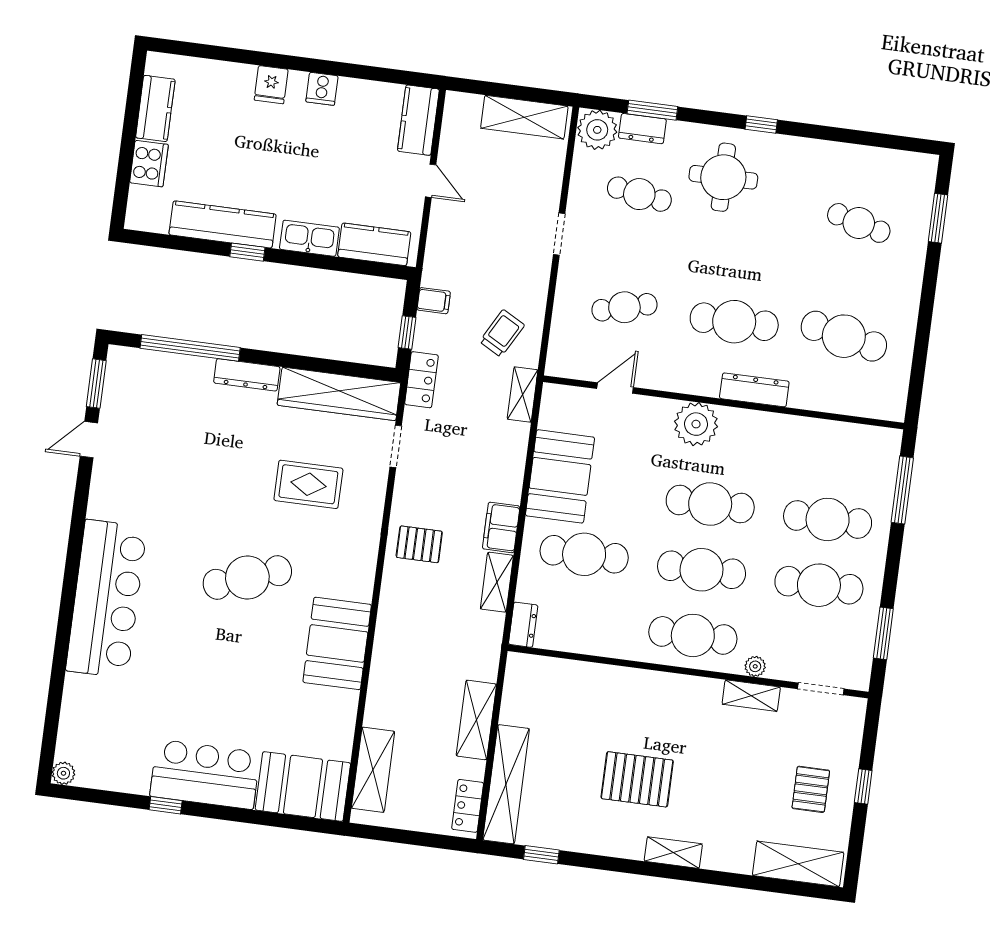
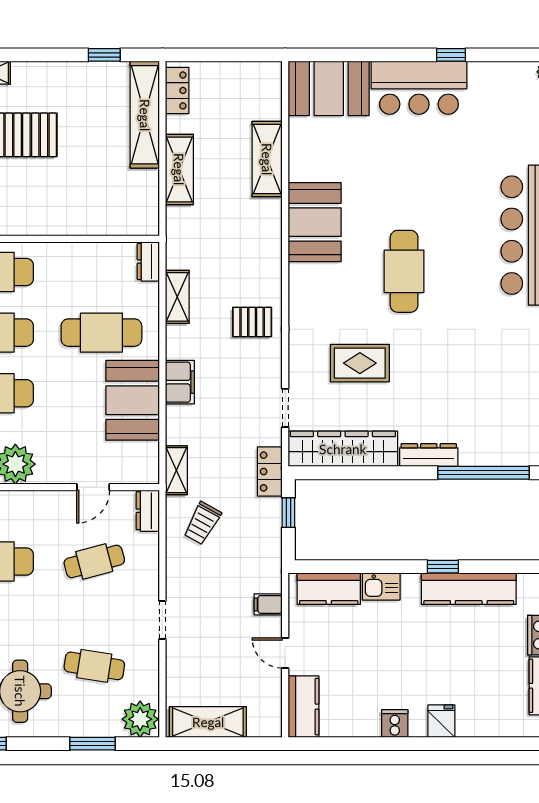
dresser: (642, 129) -> (148, 511), moved, turned -90
kitchen sink: (309, 238) -> (381, 586), width x0.73
filing cabinet: (434, 301) -> (268, 604), moved
filing cabinet: (501, 527) -> (180, 382), moved
cafe table: (247, 577) -> (404, 271), turned -70
shelving: (373, 770) -> (267, 159), moved

